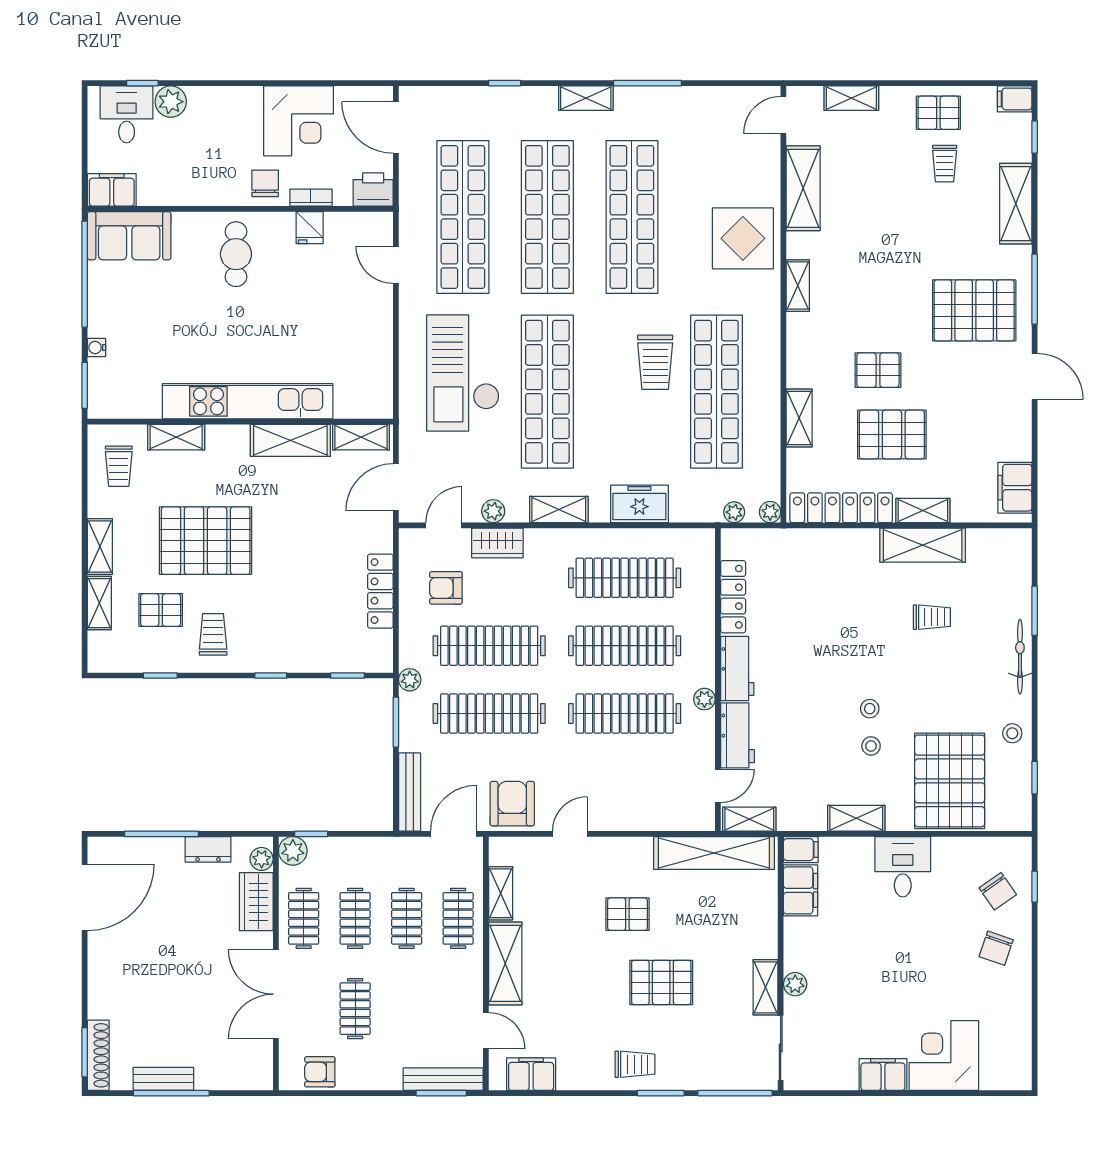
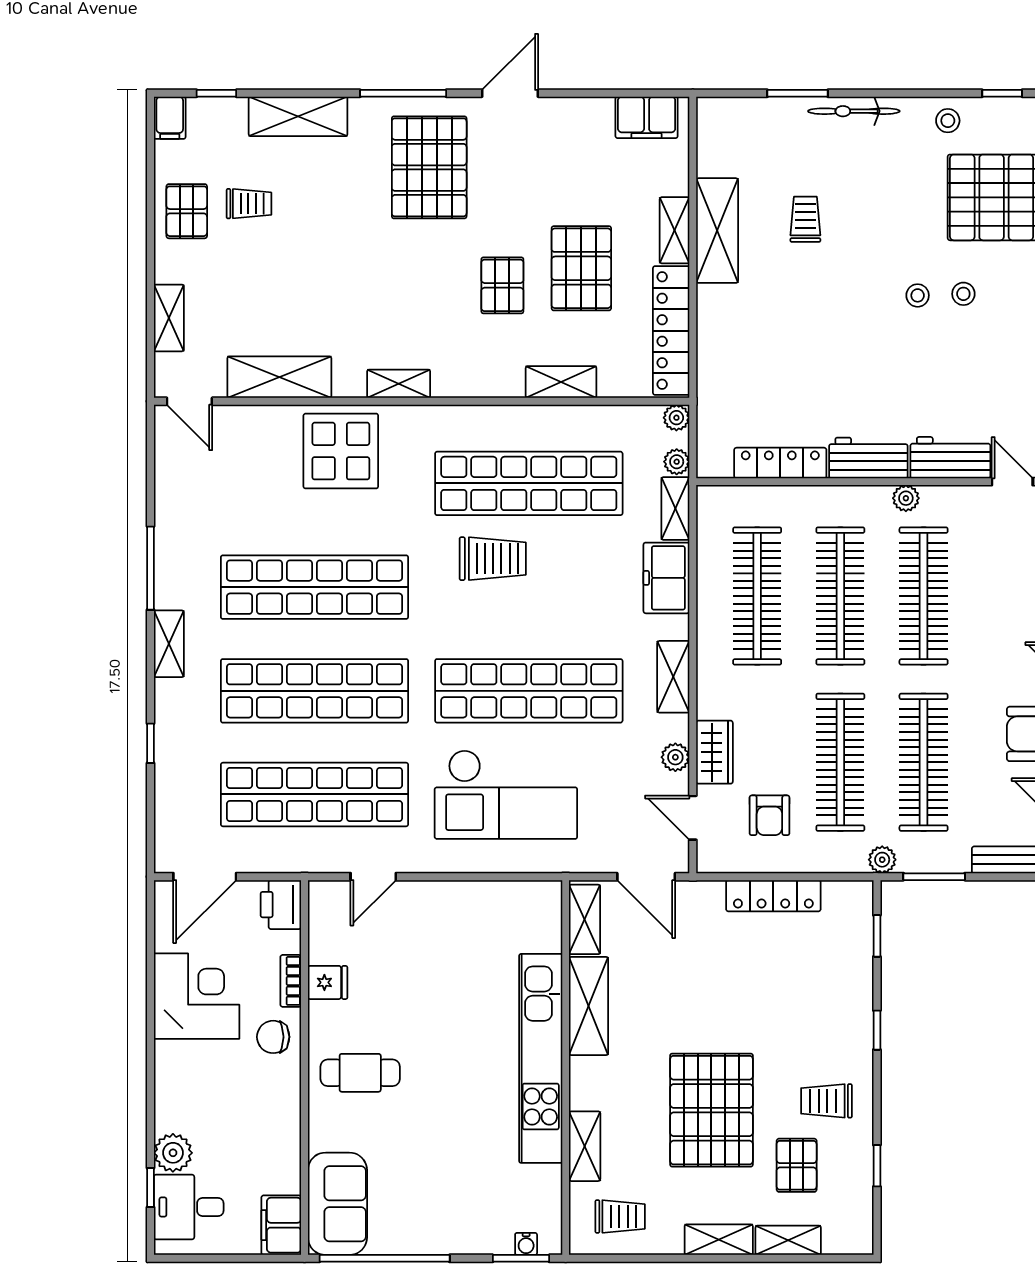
water cooler: (96, 348) -> (526, 1244), moved
shelving: (696, 511) -> (675, 509), added

